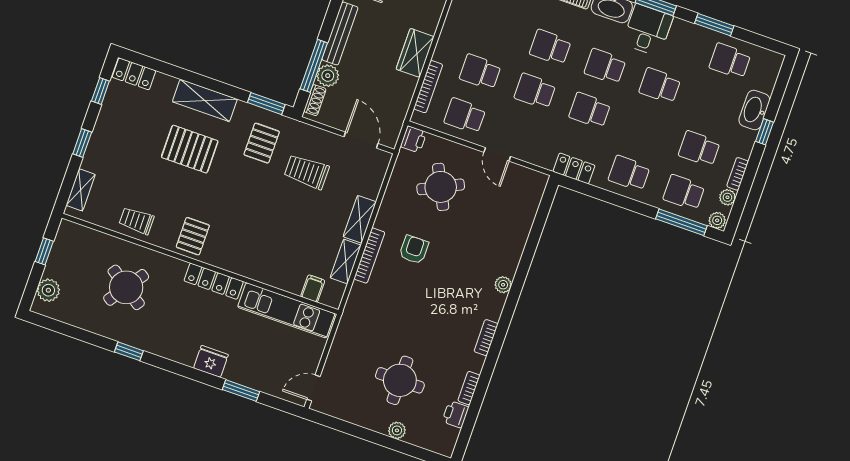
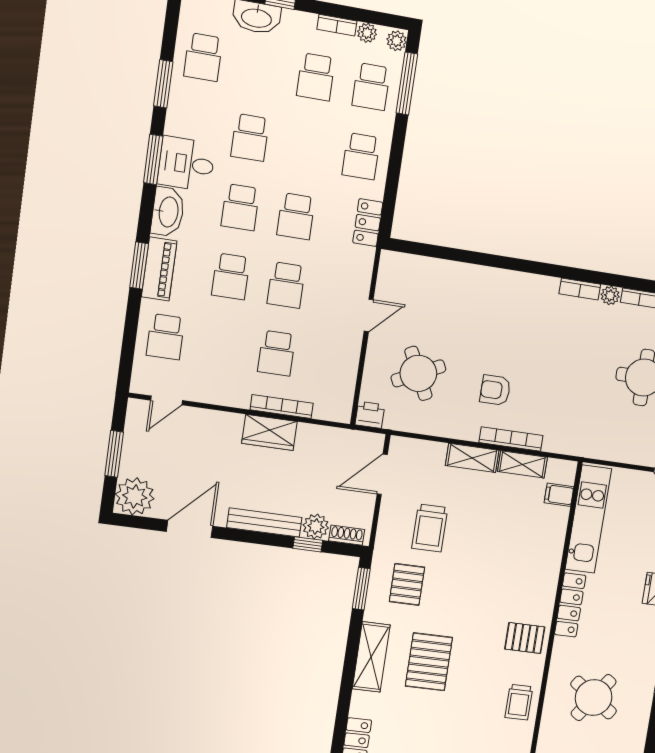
window: (314, 66) -> (308, 544), width x0.46
bookcase: (428, 87) -> (282, 406), moved
school desk: (465, 116) -> (331, 361), removed
pallet: (262, 143) -> (407, 584), turned 90
plant: (503, 285) -> (610, 295), moved

